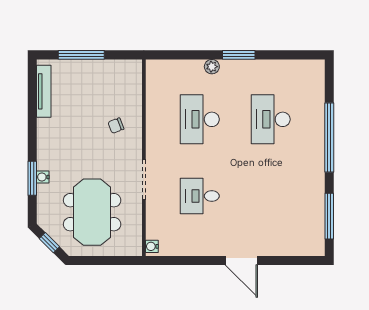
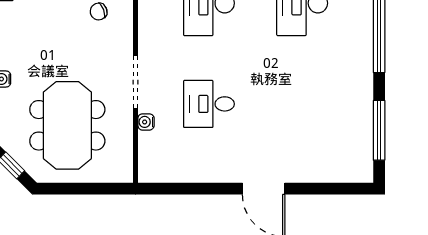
water cooler: (152, 246) -> (146, 122), moved

